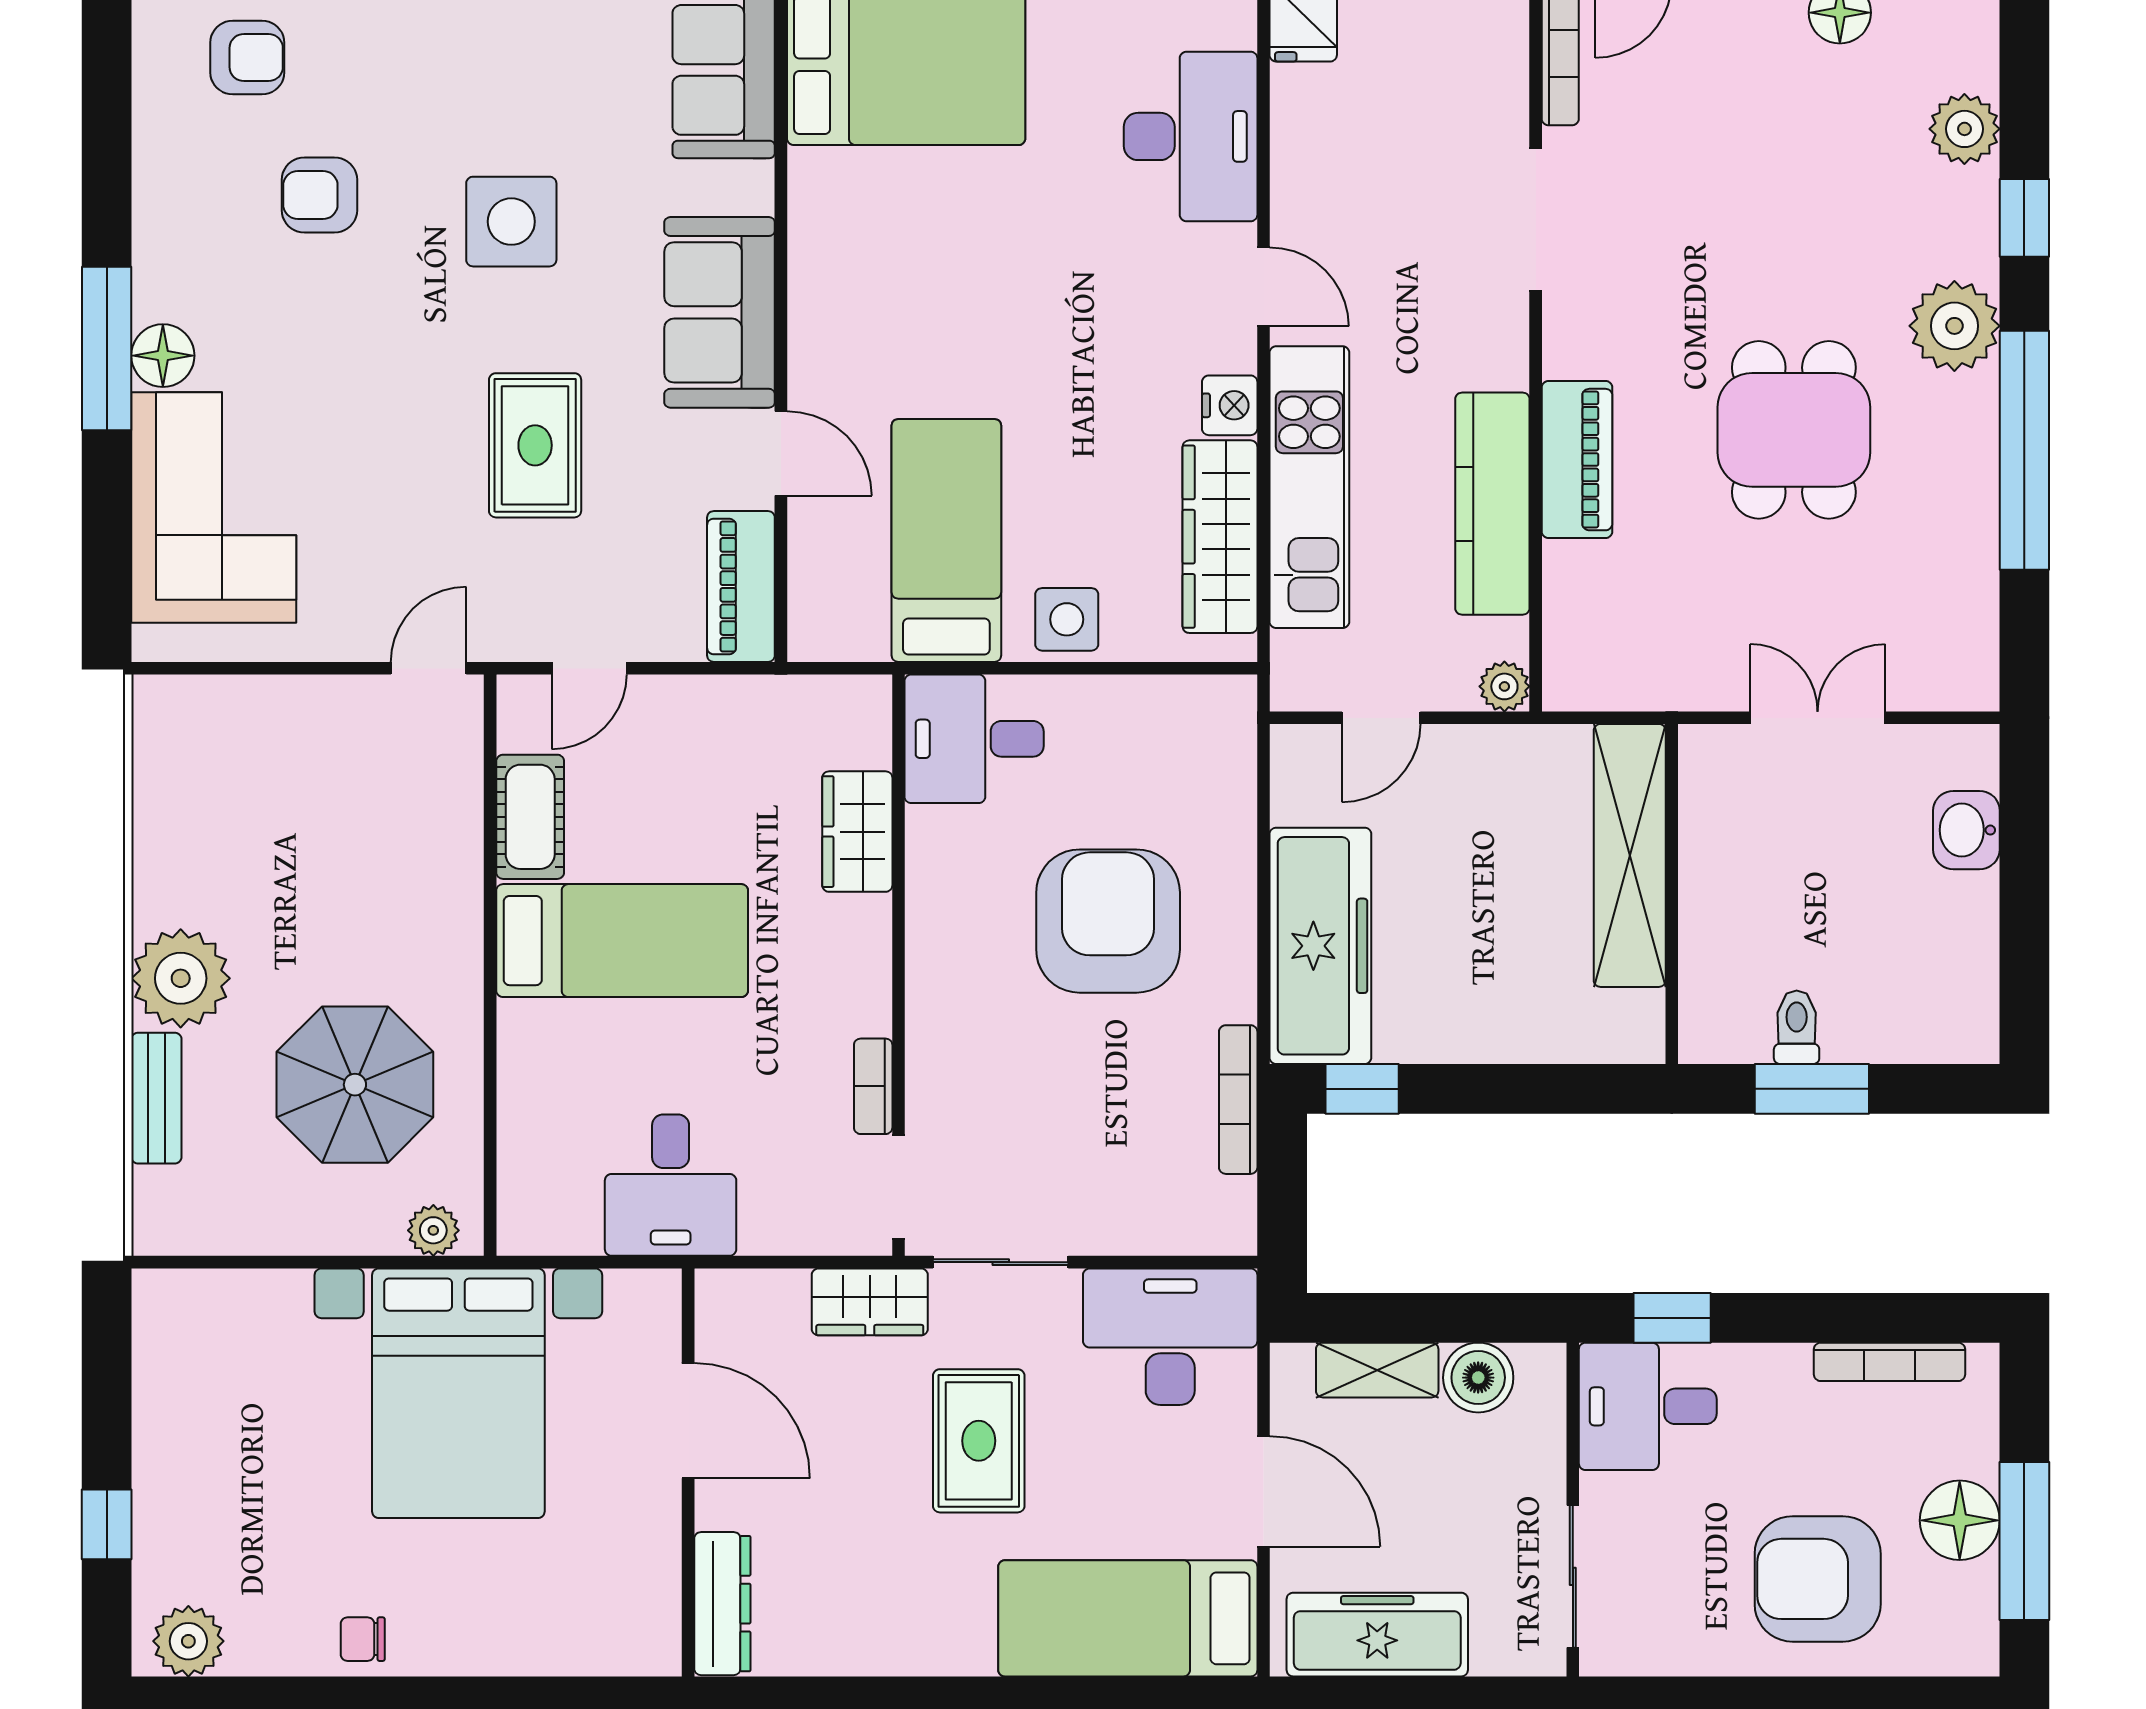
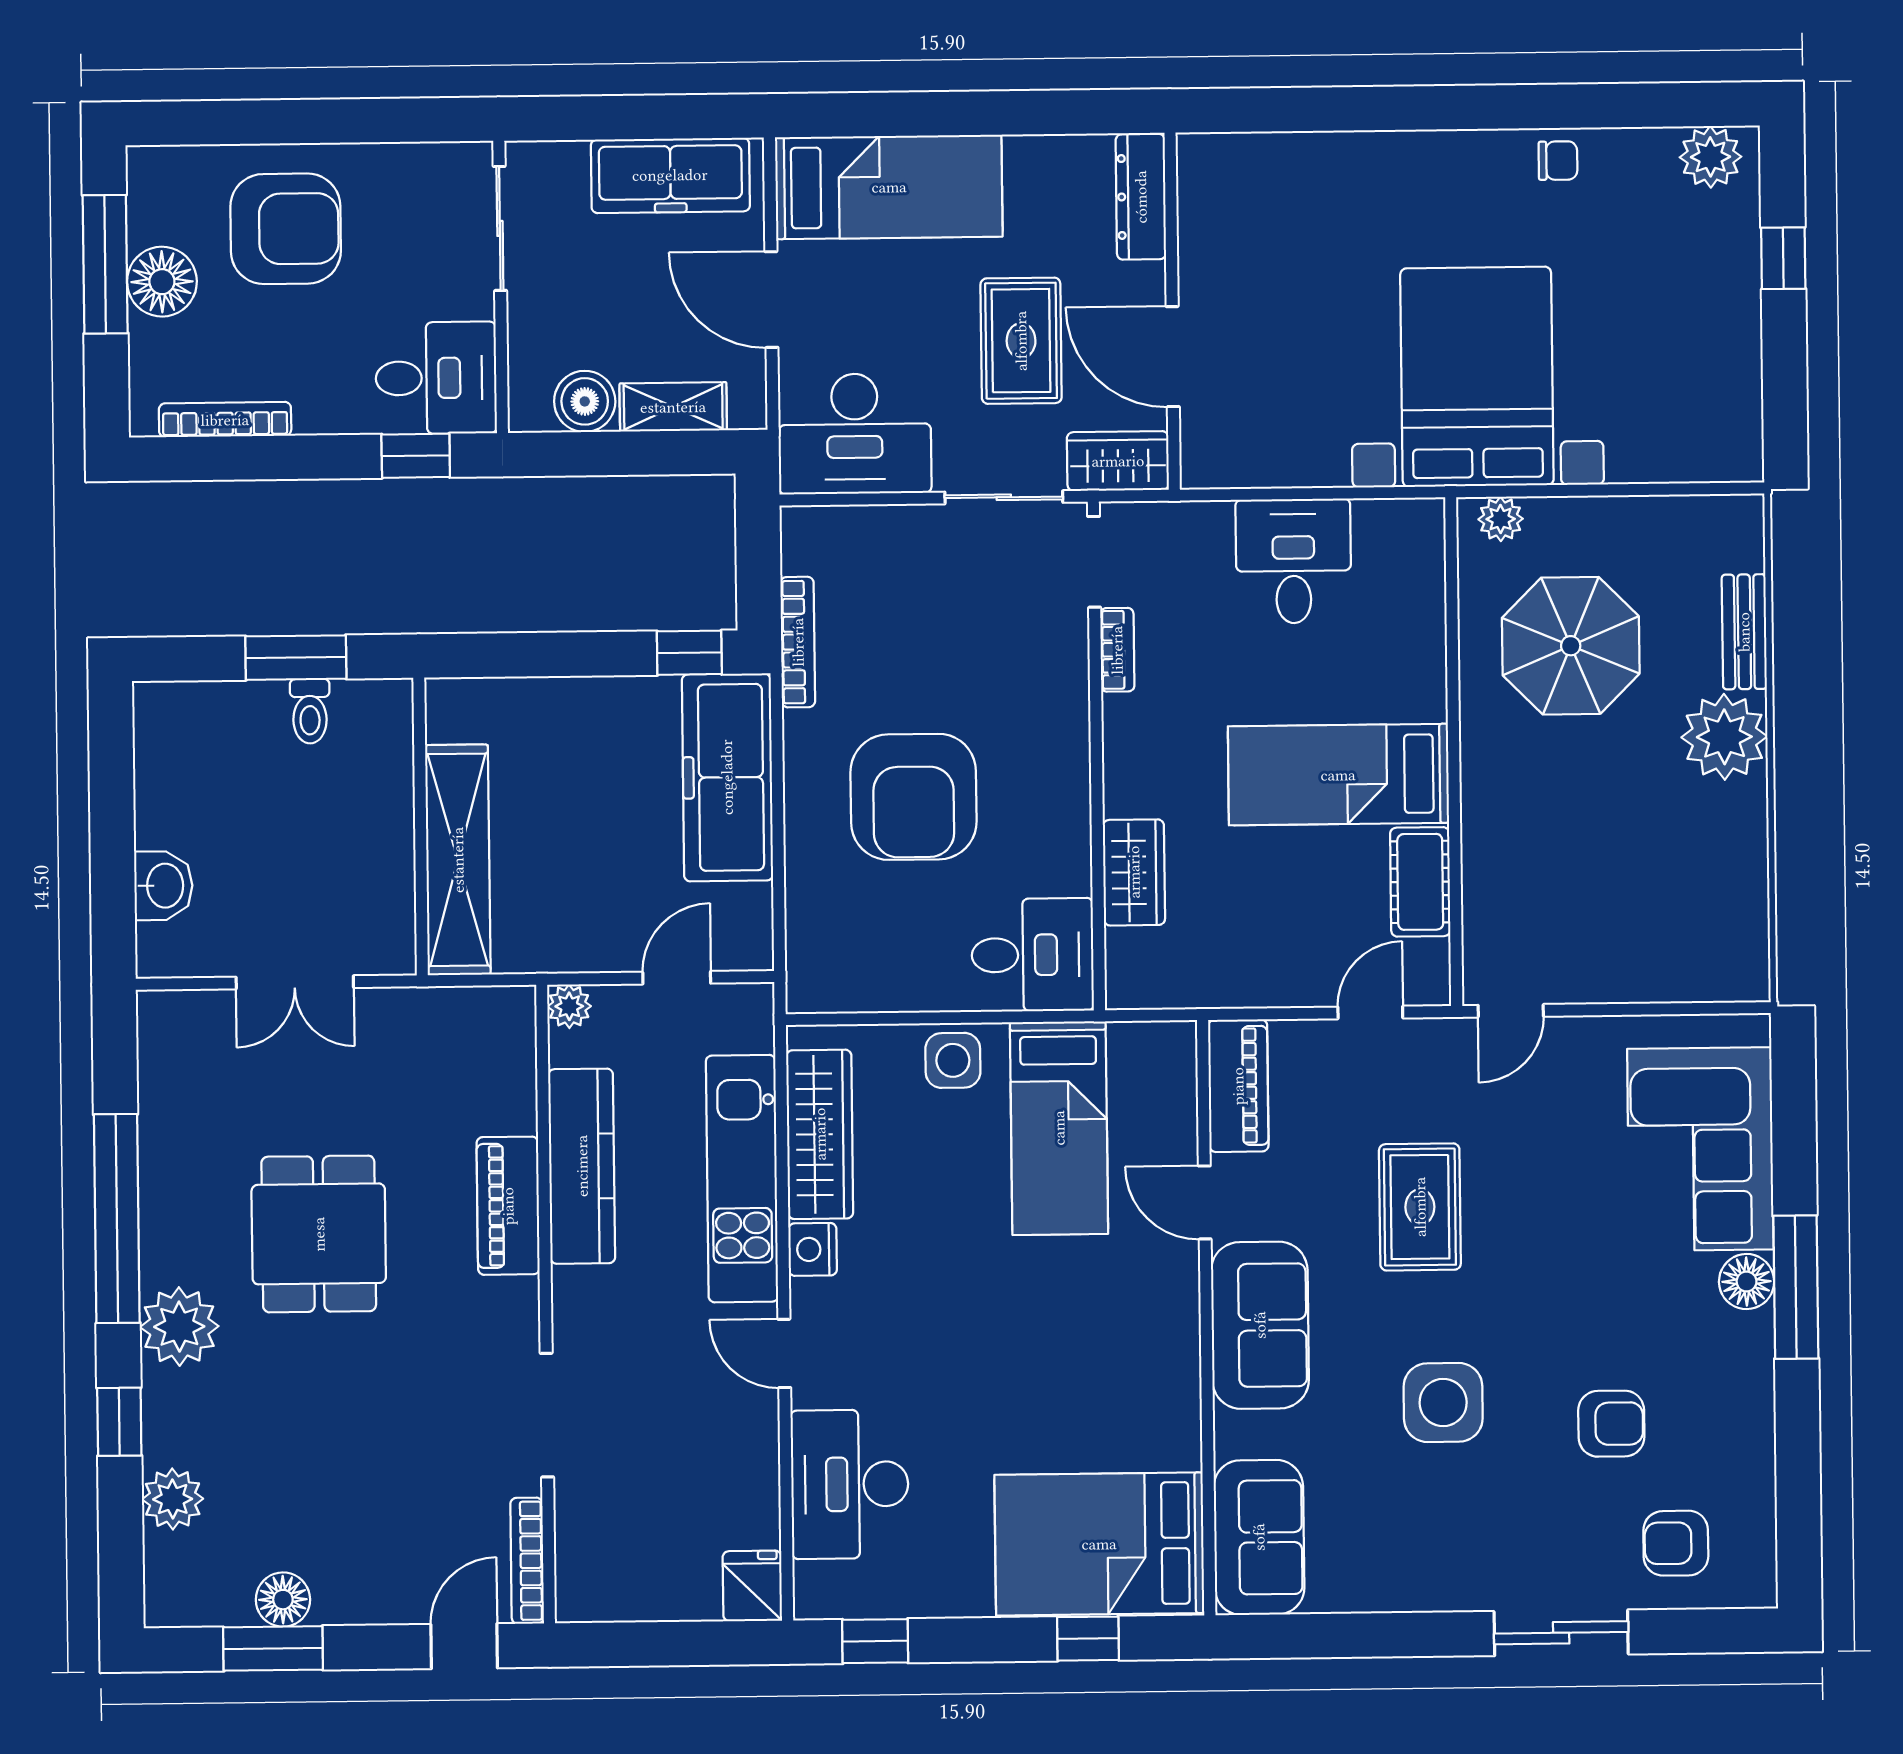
door: (688, 1421) -> (1173, 357), moved
wall: (688, 1472) -> (1172, 311), moved
dresser: (722, 1604) -> (1141, 197), moved

